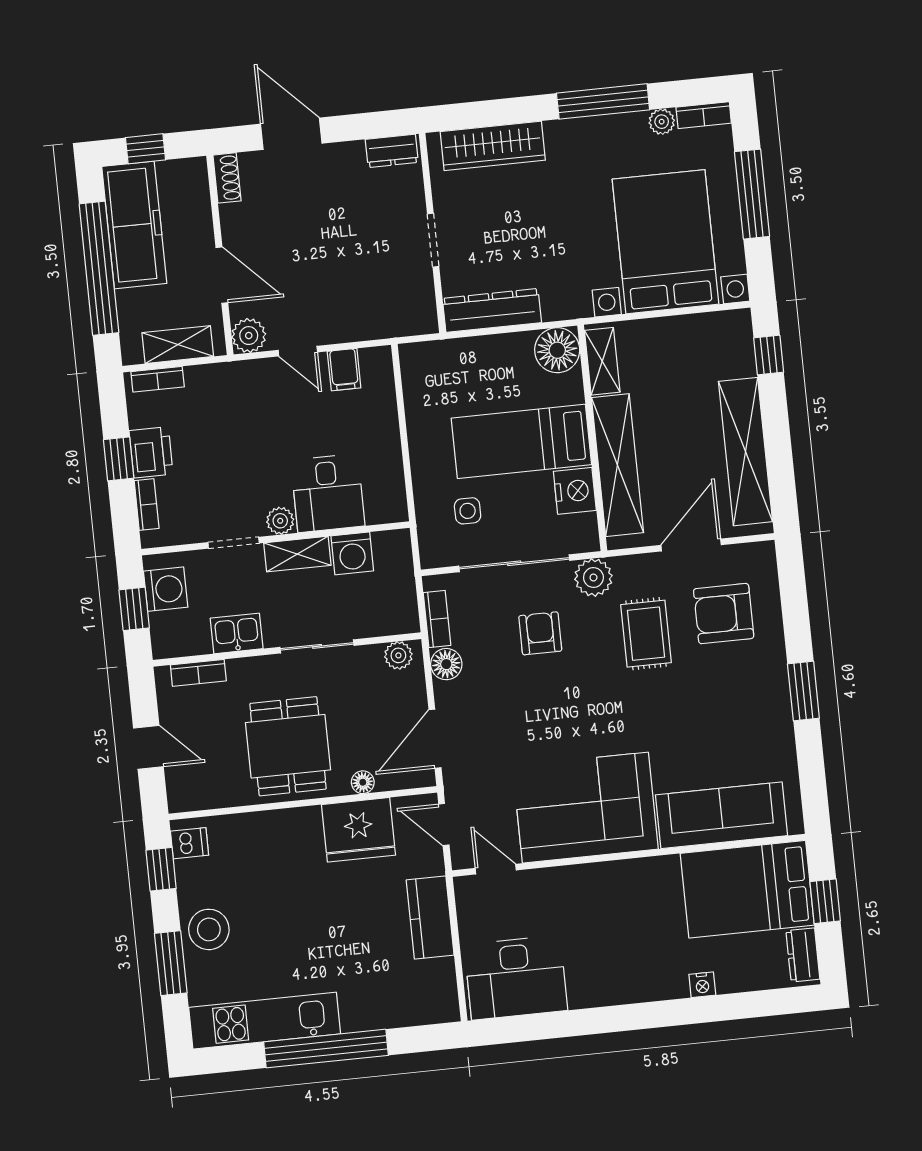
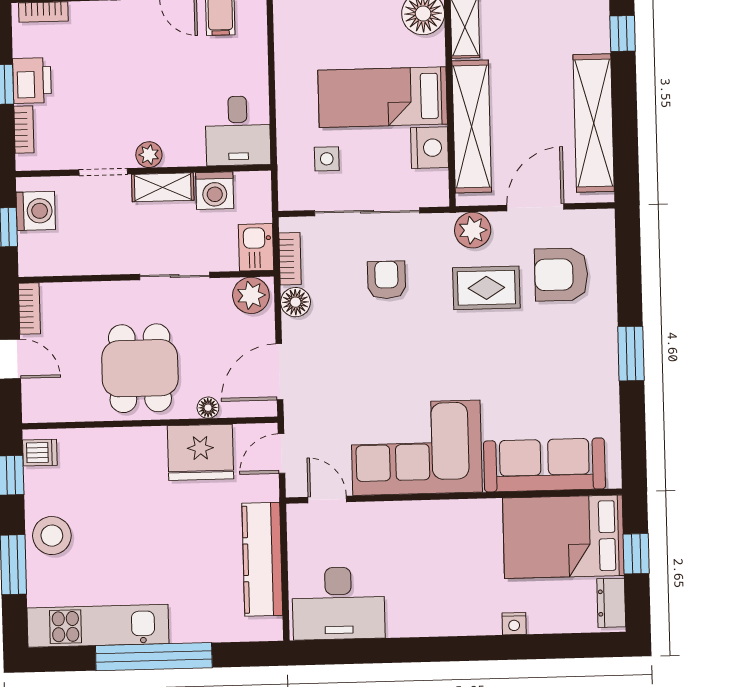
desk: (328, 493) -> (238, 131), moved
plant: (593, 577) -> (473, 230), moved
kitchen sink: (237, 633) -> (256, 247), moved, turned -90
rug: (646, 634) -> (486, 288), turned 90
plant: (398, 655) -> (251, 295), width x1.38, depth x1.38
bookcase: (198, 673) -> (29, 309), moved, turned -90
door: (444, 825) -> (282, 453), hinge flipped
kitchen counter: (430, 918) -> (262, 559), width x1.50

